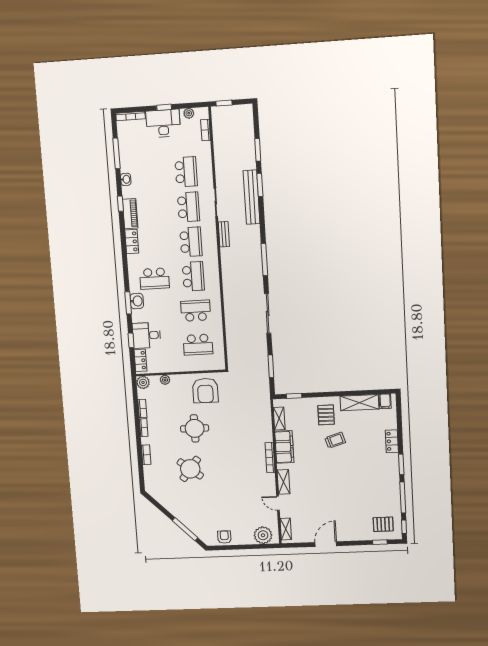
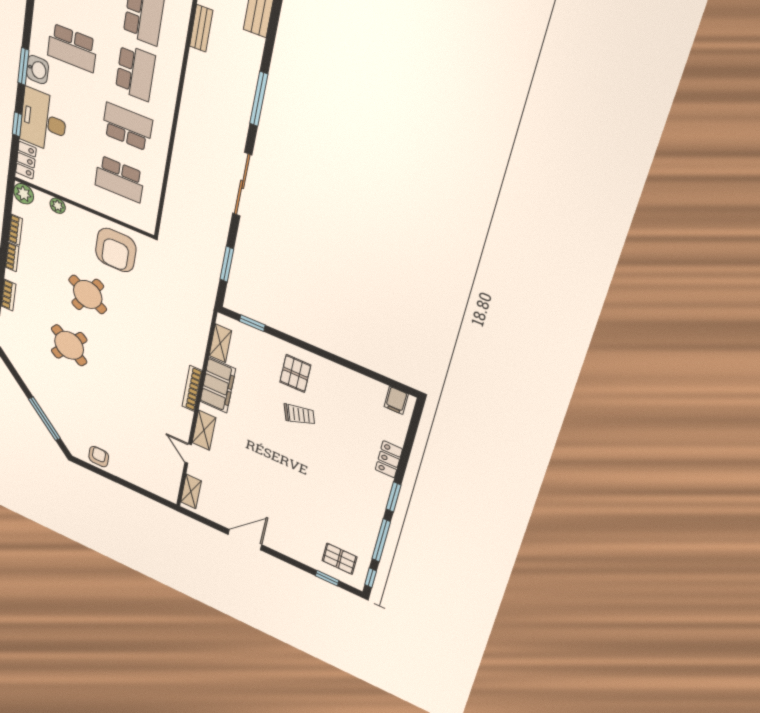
desk: (147, 335) -> (43, 121), width x1.37
shelving: (359, 403) -> (354, 382), removed
round table: (195, 428) -> (88, 294), turned 30
plant: (263, 535) -> (155, 483), removed

